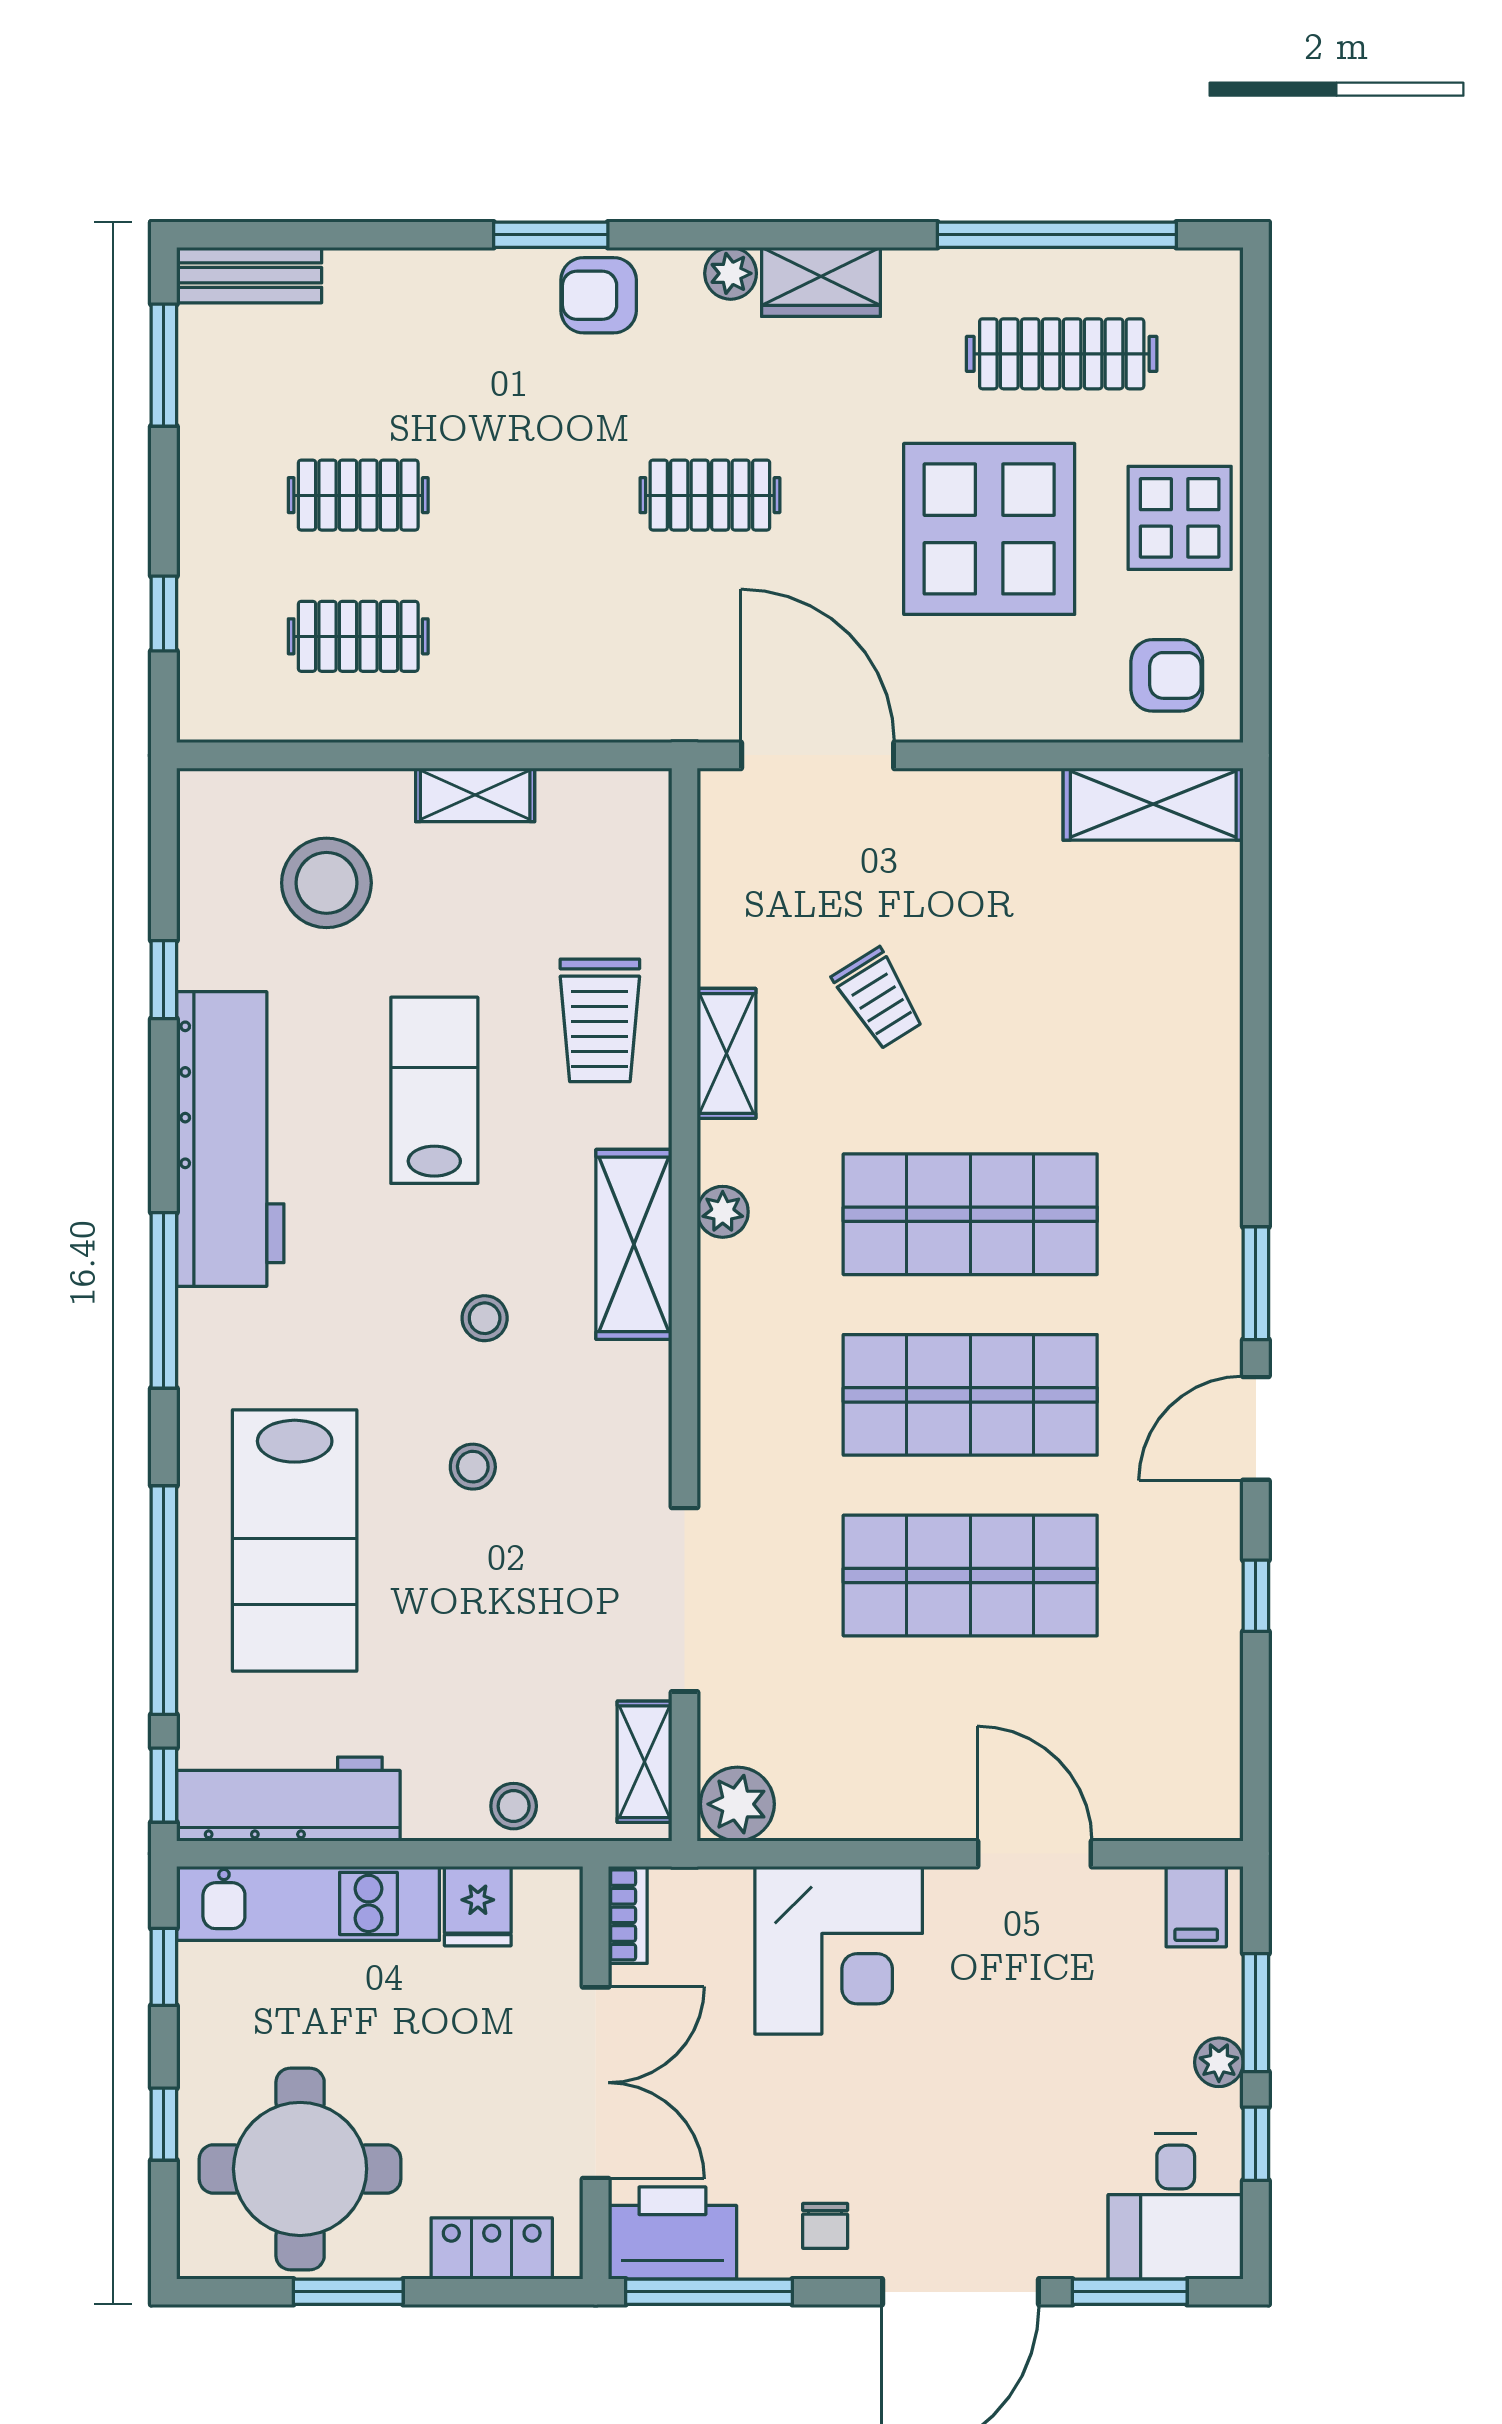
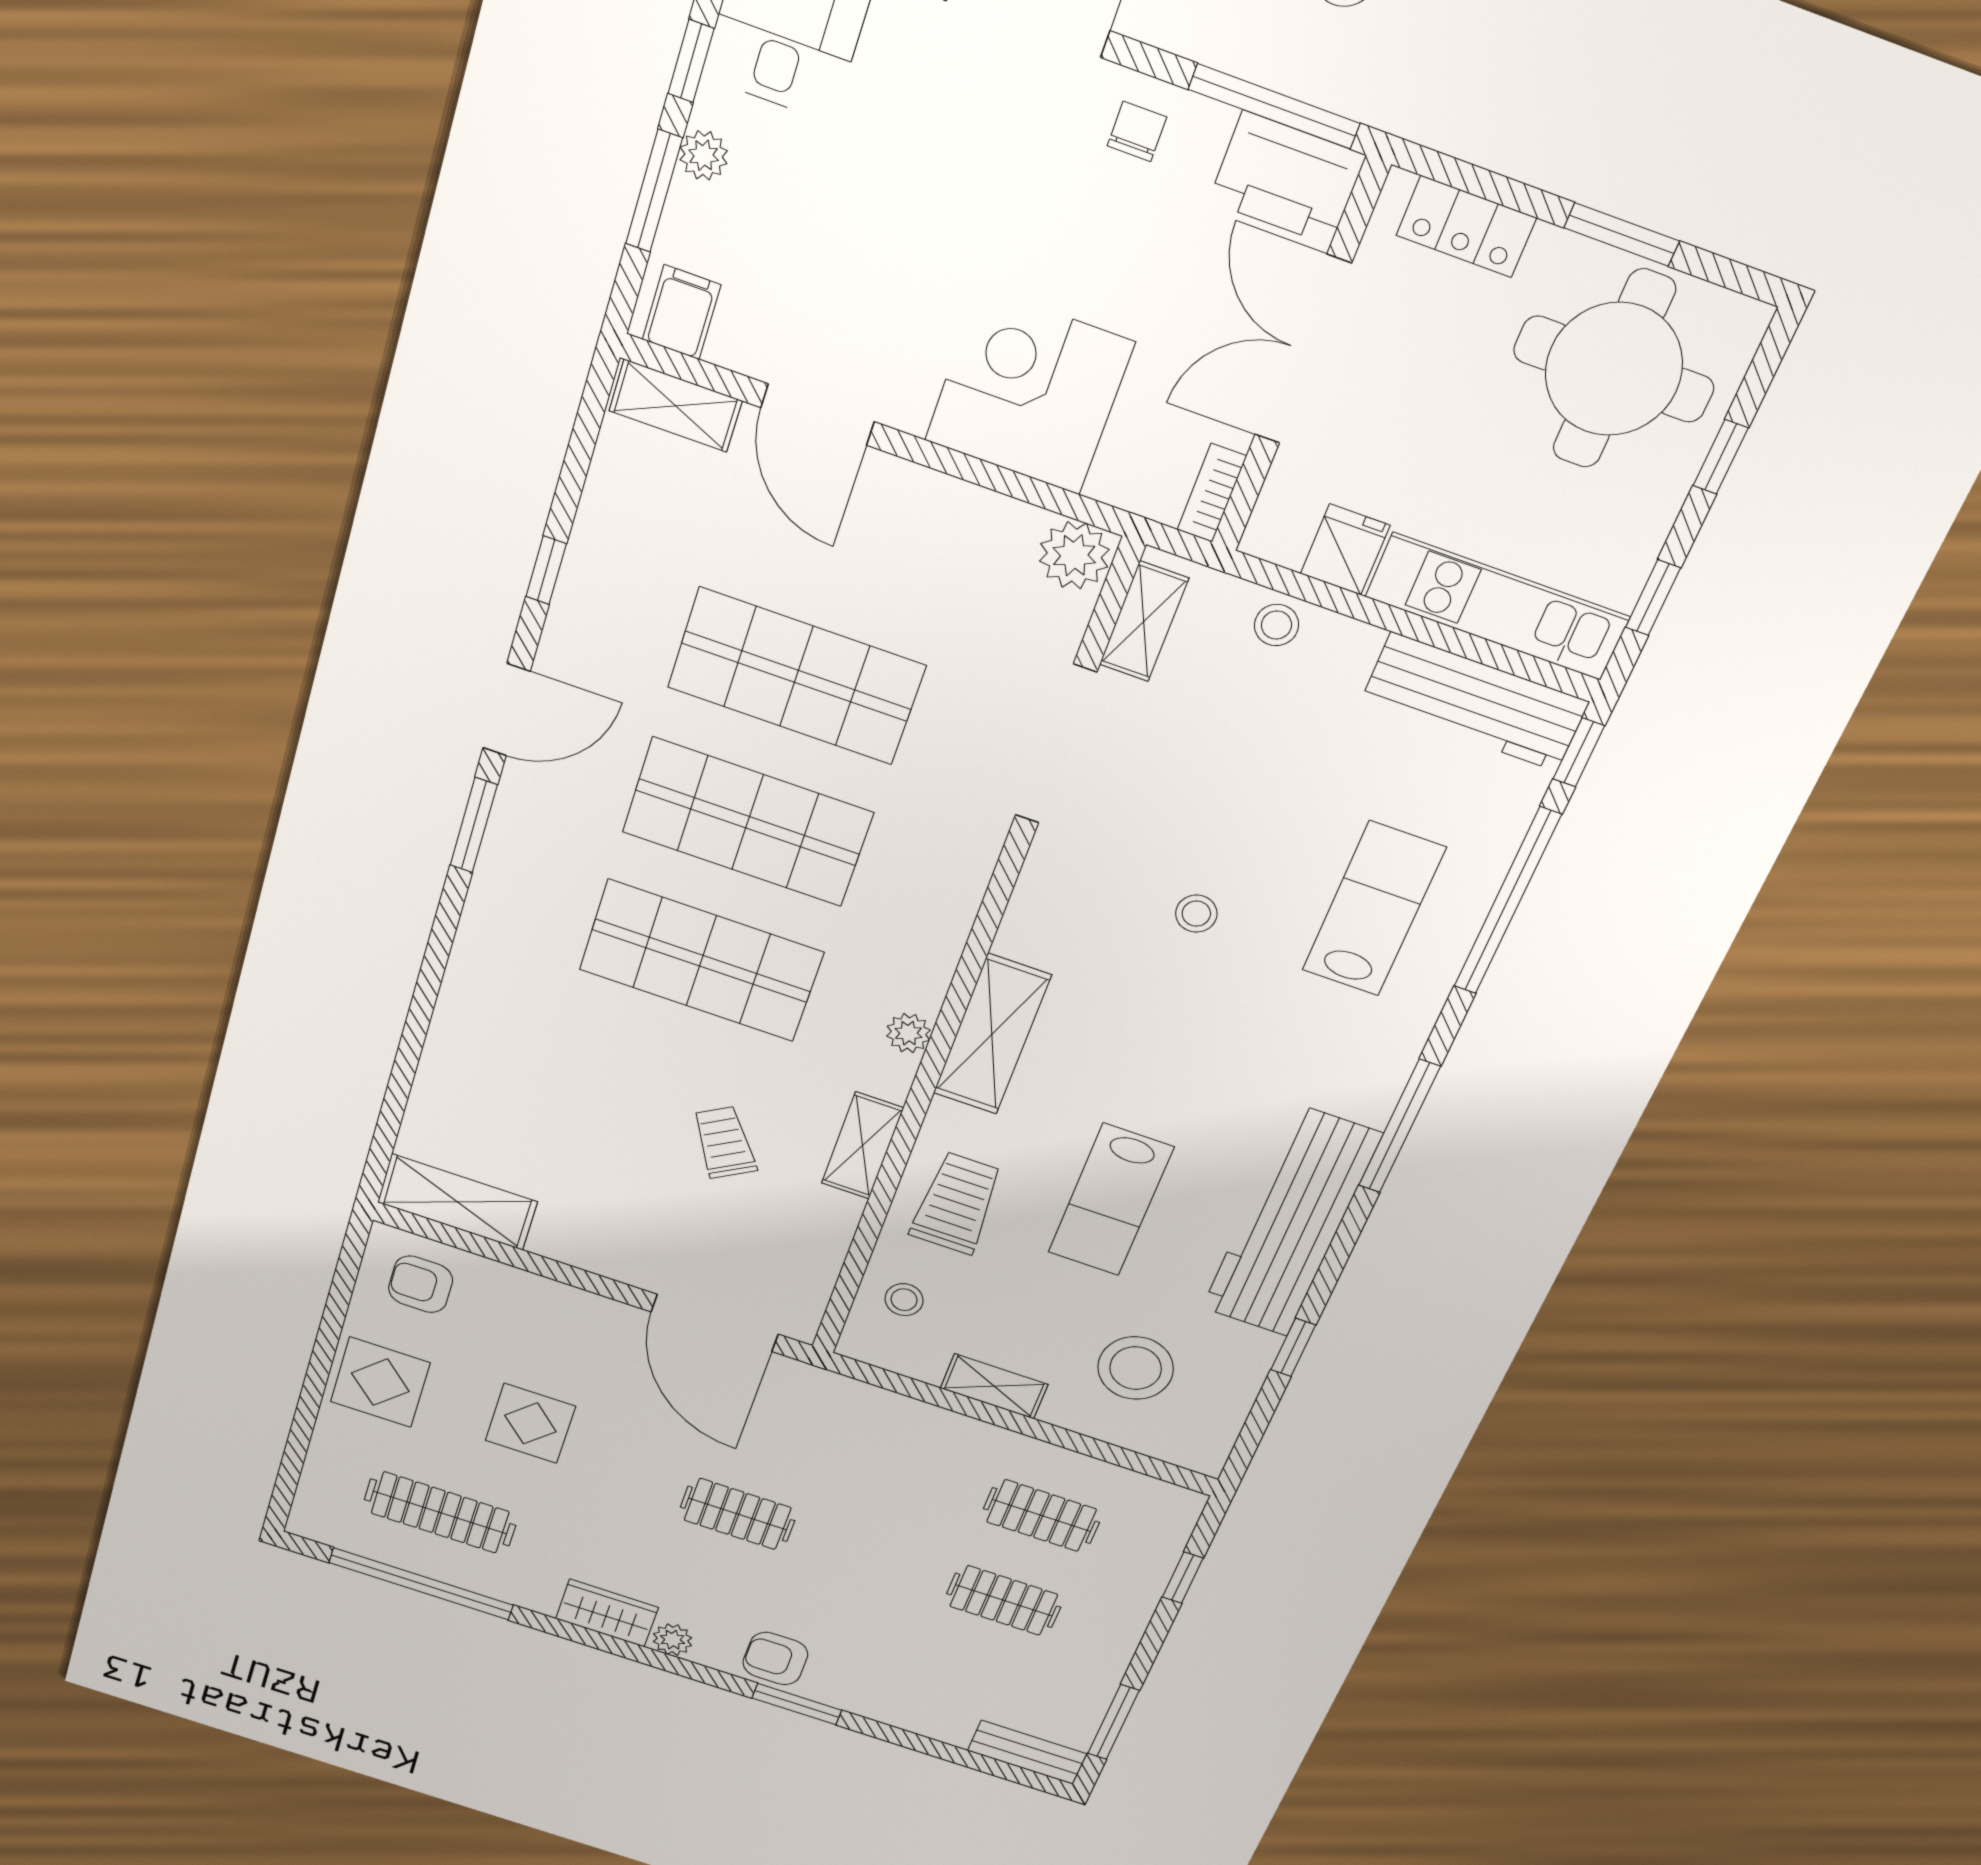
armchair: (599, 295) -> (775, 1659), turned 180
display table: (989, 529) -> (530, 1423), width x0.54, depth x0.54
stool: (485, 1318) -> (904, 1300), moved
lab bench: (295, 1540) -> (1374, 909), width x0.73, depth x0.72
shelving: (1175, 1812) -> (676, 406), added

